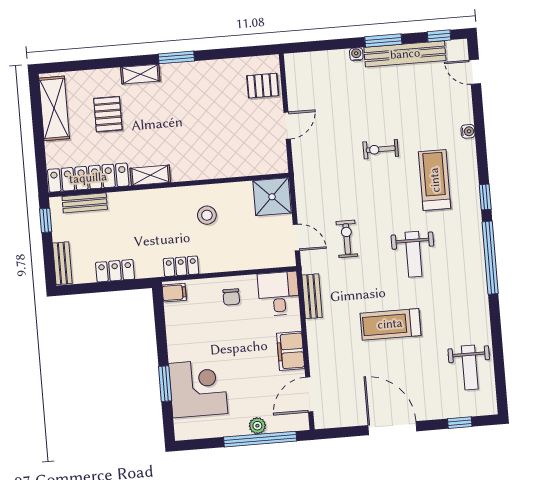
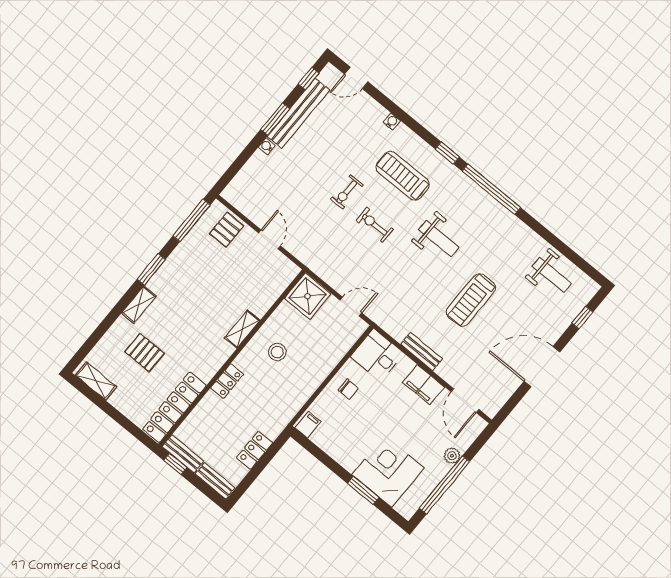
window: (244, 52) -> (191, 220), added
shelving: (54, 108) -> (96, 381), width x0.67, depth x0.75
shelving: (150, 175) -> (242, 329), moved
bench: (85, 203) -> (183, 454), moved, turned 90
exercise bike: (347, 239) -> (375, 225), moved
locker: (181, 266) -> (227, 381), moved, turned 180
bench: (312, 296) -> (421, 351), moved
window: (260, 439) -> (445, 485), moved

